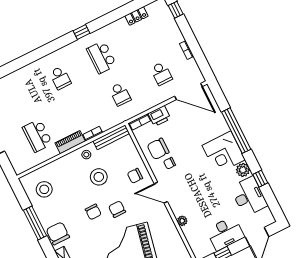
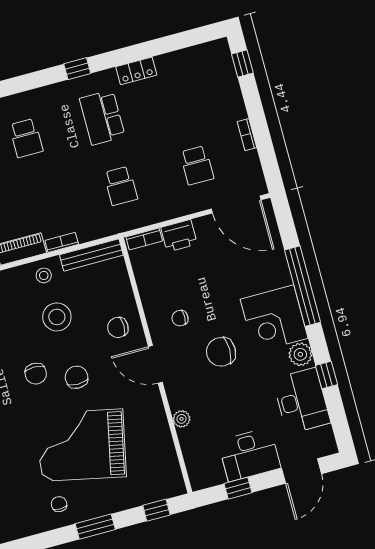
locker: (136, 16) -> (136, 71), moved
chair: (158, 149) -> (221, 352), moved

